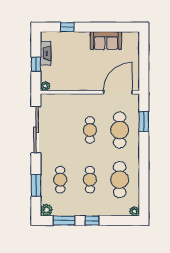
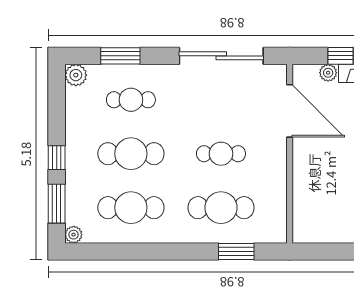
plant: (45, 86) -> (328, 73), moved
door: (118, 92) -> (290, 111), moved
cafe table: (90, 180) -> (131, 154), width x1.37, depth x1.35
window: (64, 221) -> (57, 204), moved

